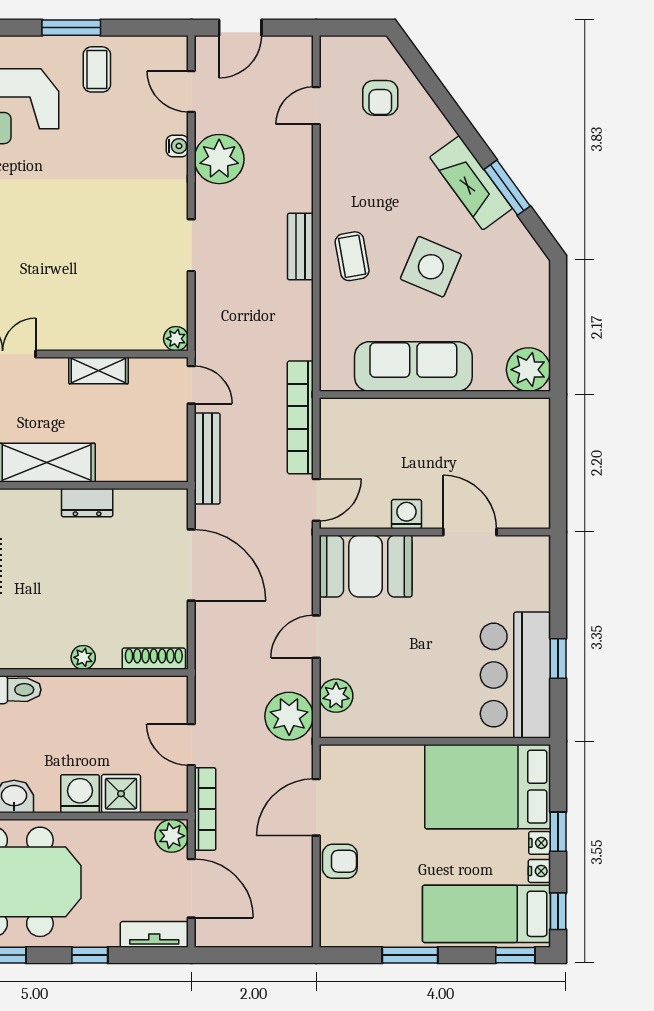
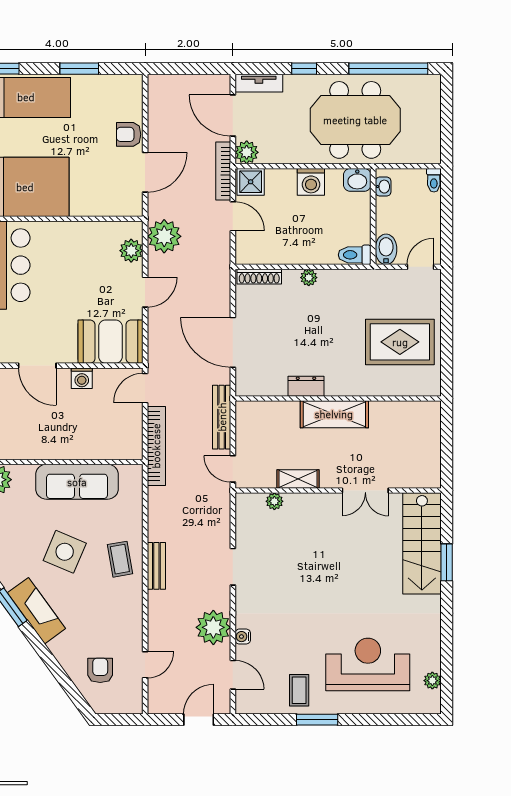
plant: (176, 339) -> (274, 501), moved
shower: (121, 794) -> (251, 182), moved

